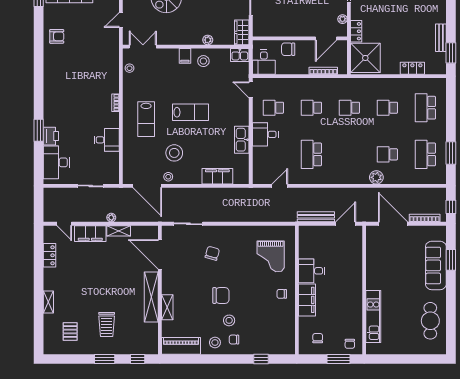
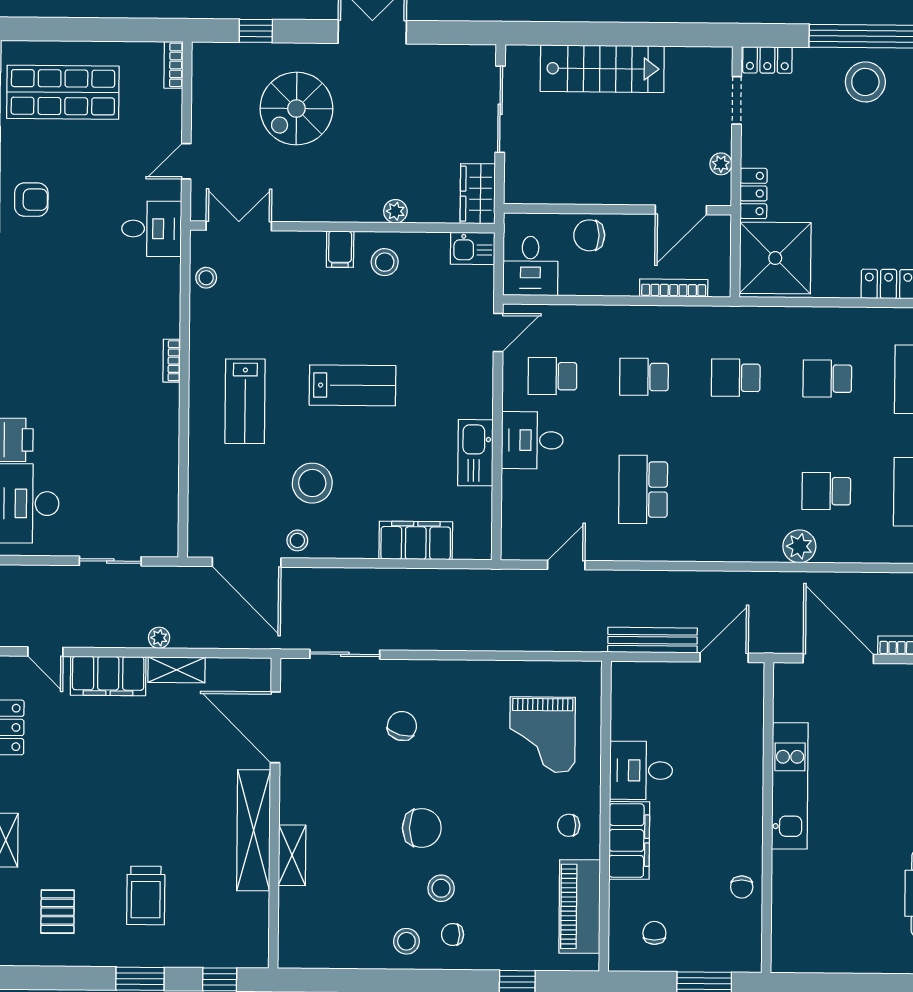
door: (251, 90) -> (498, 333), swing flipped
desk: (107, 140) -> (152, 229), moved
kitchen unit: (373, 317) -> (790, 786), moved
chair: (350, 344) -> (742, 887), moved
piano: (181, 346) -> (580, 907), moved, turned -90

